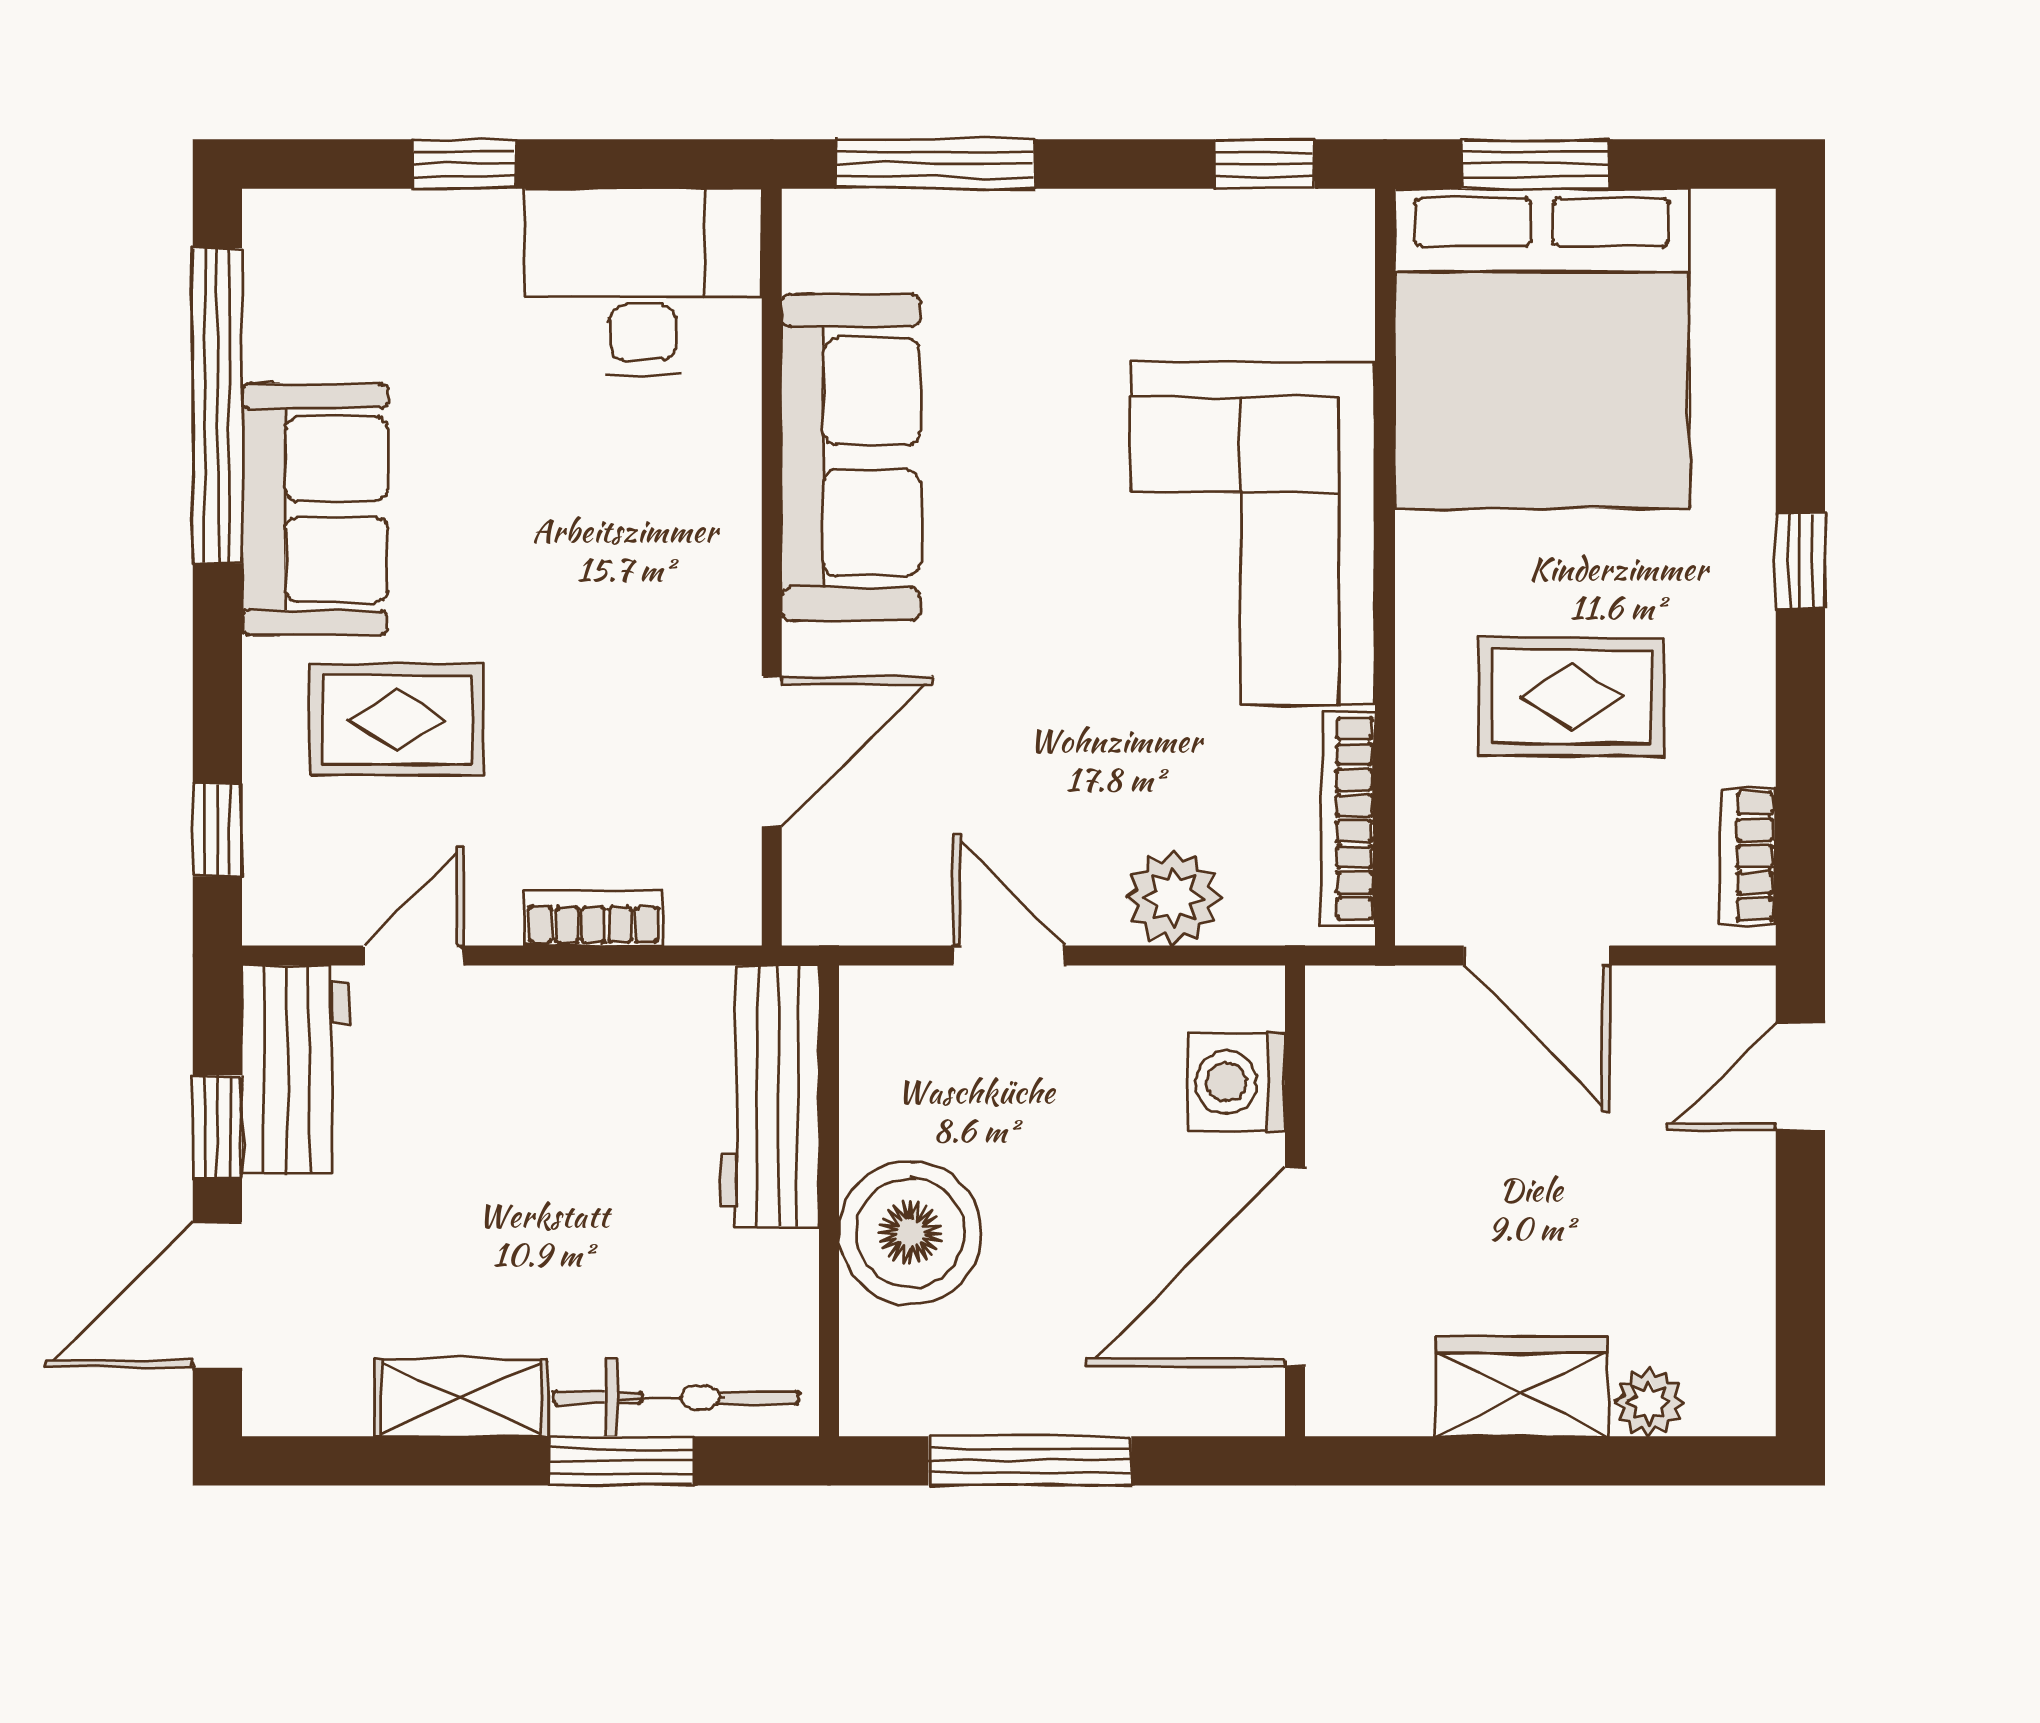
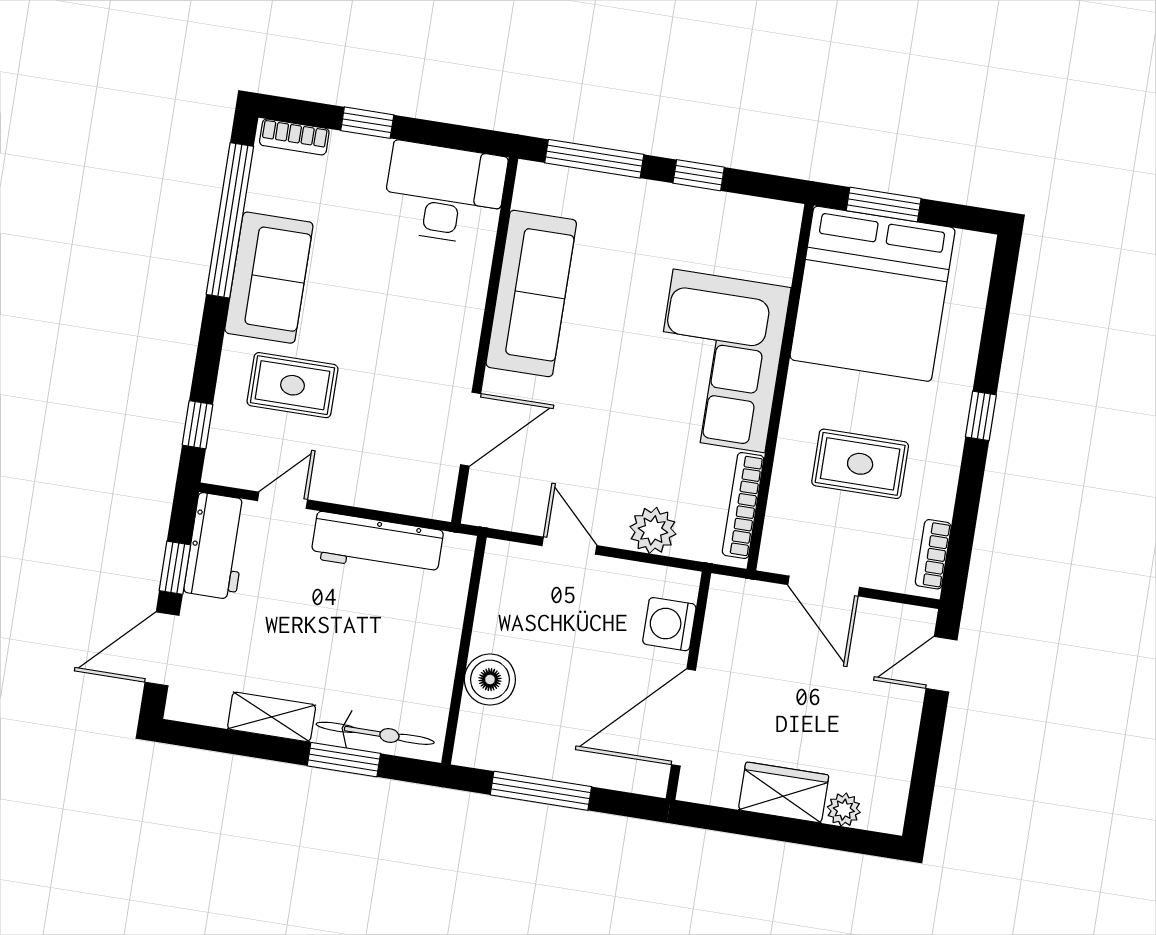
window: (1265, 164) -> (699, 175), moved
bookcase: (593, 918) -> (294, 137), moved, turned 180
workbench: (770, 1096) -> (377, 544), moved, turned -90
boiler: (910, 1233) -> (490, 680), width x0.73, depth x0.73

